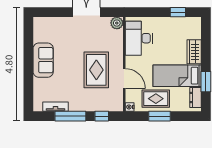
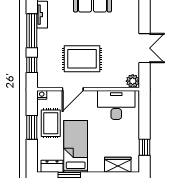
wardrobe: (194, 52) -> (118, 165), moved

